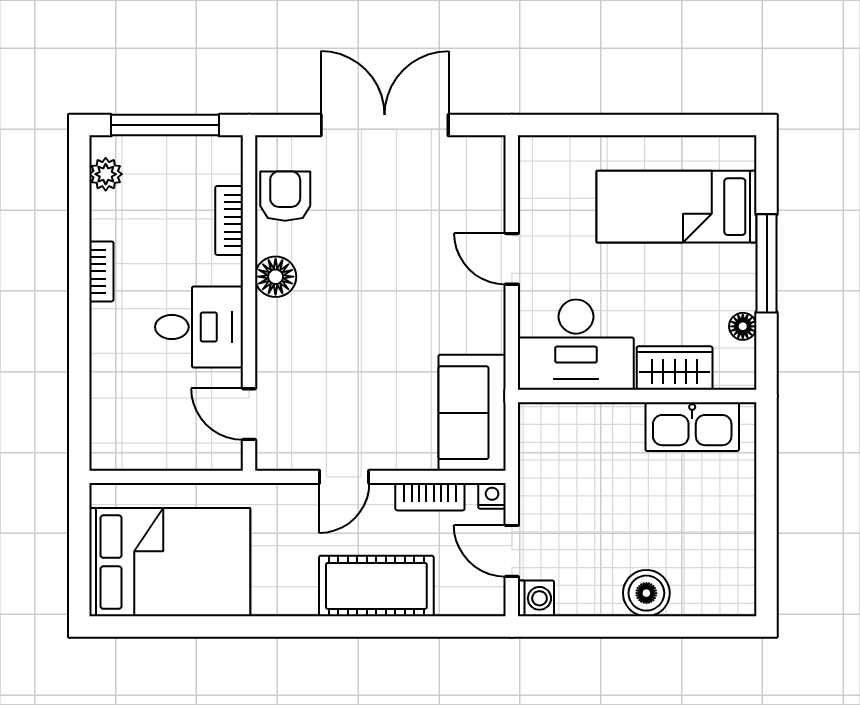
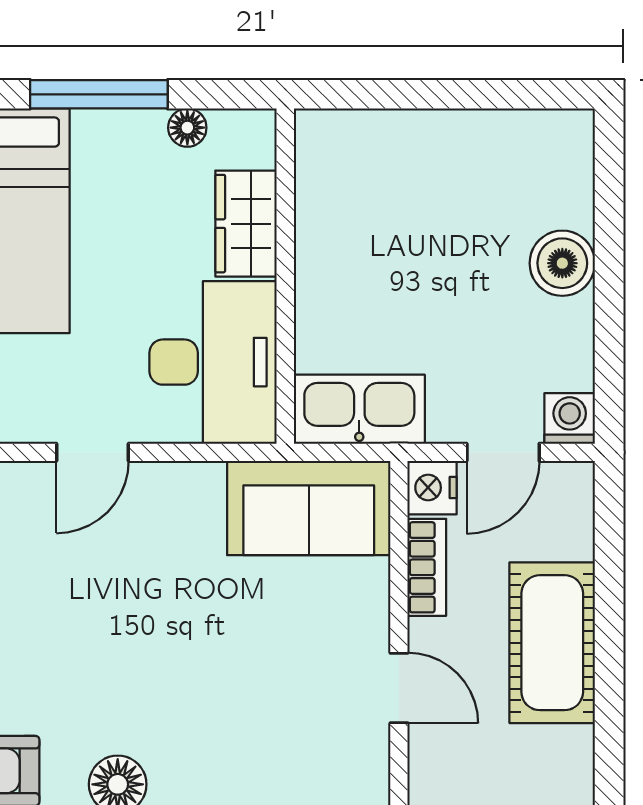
kitchen sink: (692, 427) -> (359, 409), moved, turned -90
nightstand: (492, 496) -> (432, 488), width x1.39, depth x1.35

